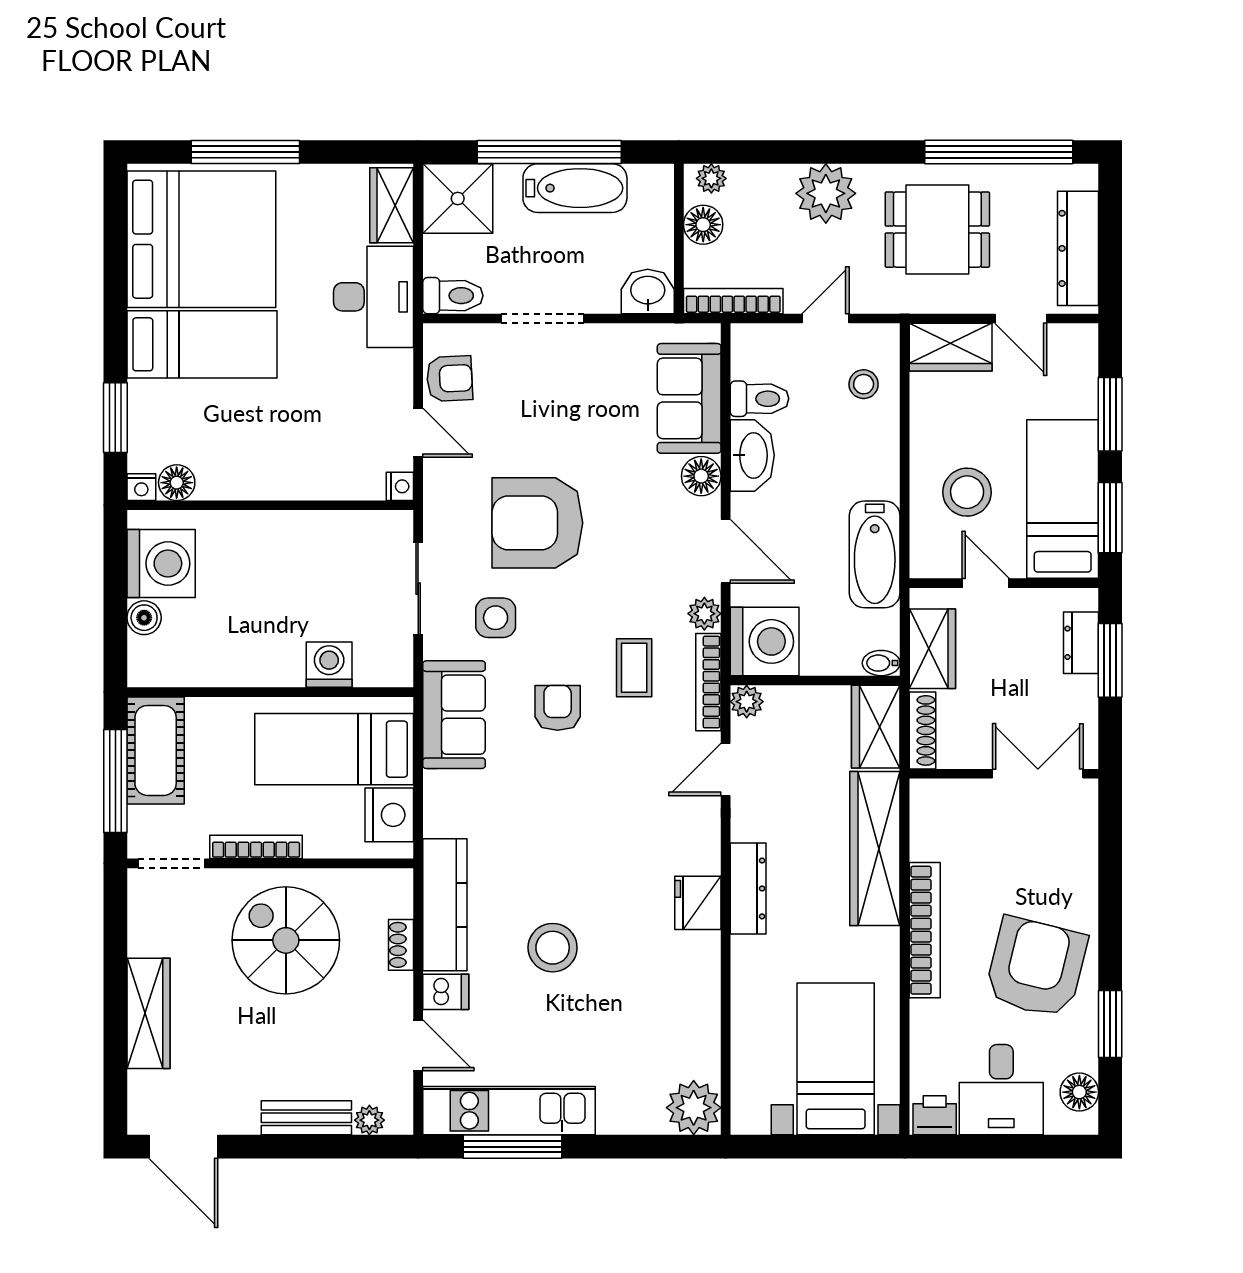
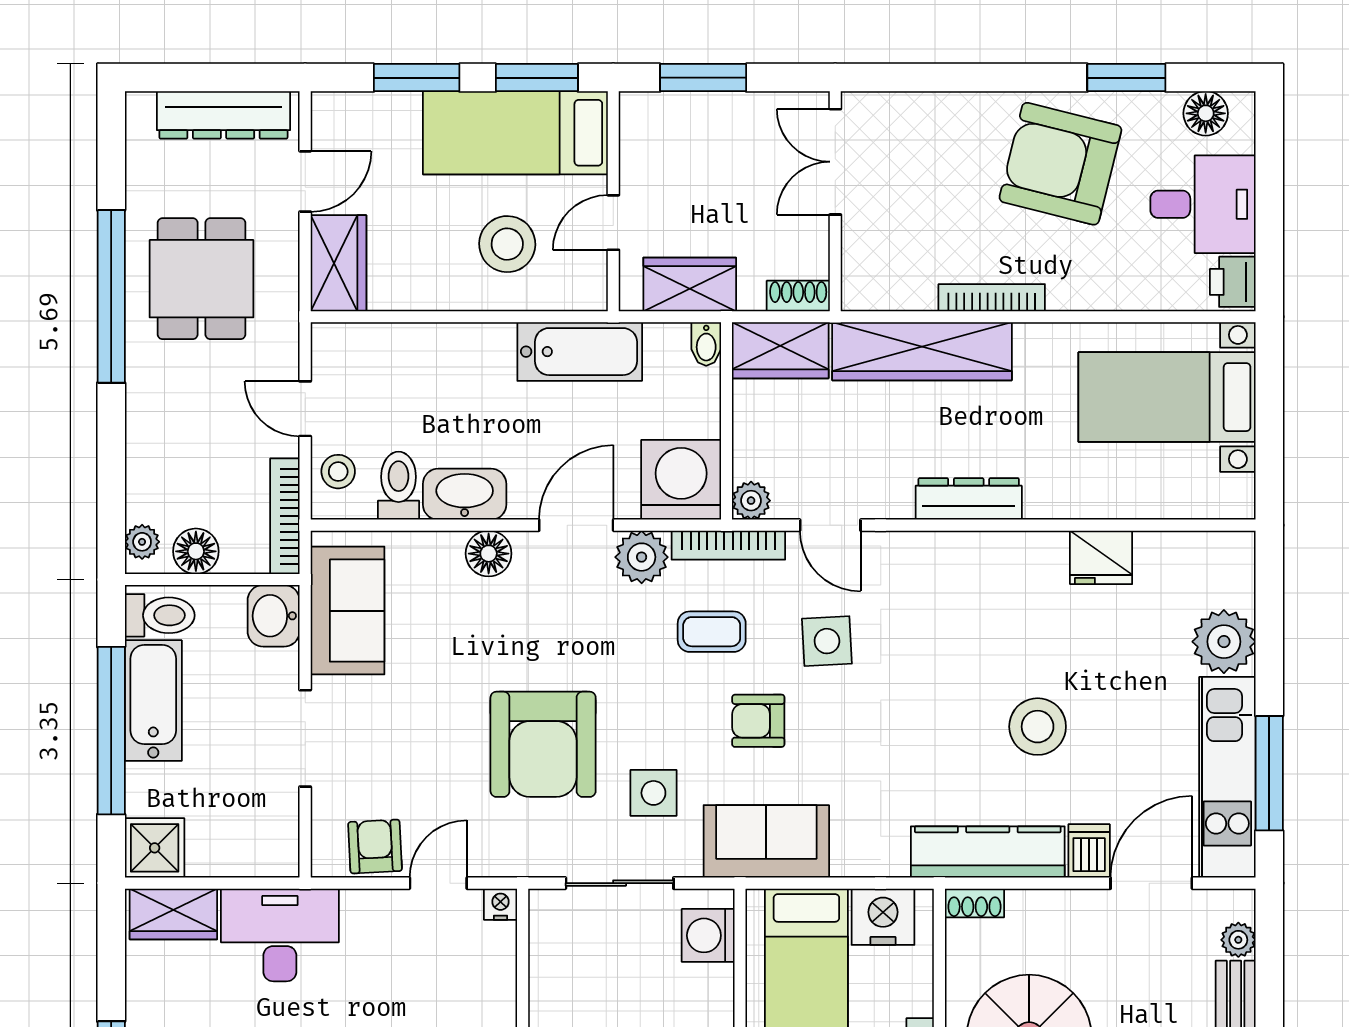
window: (999, 152) -> (111, 296), moved
plant: (826, 193) -> (160, 409), removed
shower: (458, 199) -> (155, 848), width x0.73, depth x0.73
toilet: (453, 296) -> (160, 615), moved, turned 90
stool: (864, 384) -> (338, 472), moved
sofa: (689, 398) -> (348, 611), moved, turned -90
plant: (704, 614) -> (642, 557), width x1.38, depth x1.38
dresser: (1081, 643) -> (683, 111), removed
washing machine: (329, 665) -> (708, 935), moved
shoe rack: (922, 730) -> (798, 296), width x0.70
side table: (626, 767) -> (827, 641), added
fridge: (698, 903) -> (1101, 557), moved
bookcase: (925, 930) -> (992, 298), width x0.68, depth x0.76
shoe rack: (401, 945) -> (975, 903), moved
door: (418, 1045) -> (1151, 883), width x1.38
plant: (694, 1108) -> (1224, 642), moved

